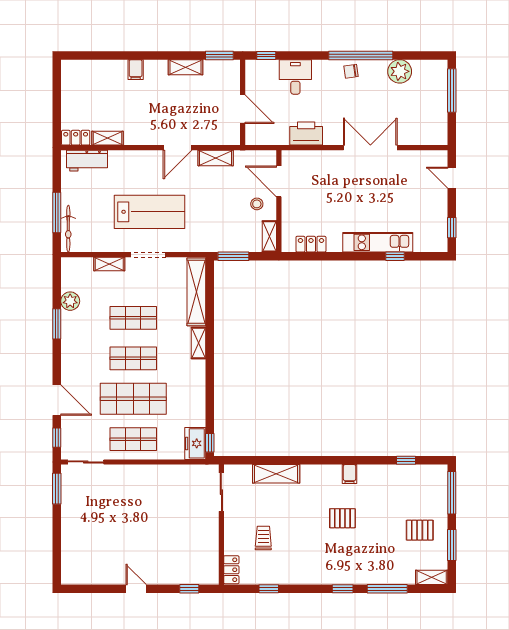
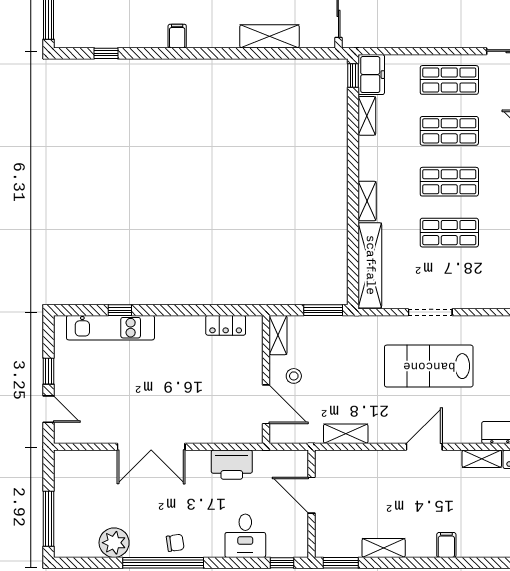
door: (178, 148) -> (424, 447), moved
window: (452, 228) -> (49, 371), moved
kitchen unit: (378, 242) -> (110, 328), moved
shelving: (109, 264) -> (367, 116), moved, turned 90
shop shelf: (133, 399) -> (449, 131), width x0.70, depth x0.74

